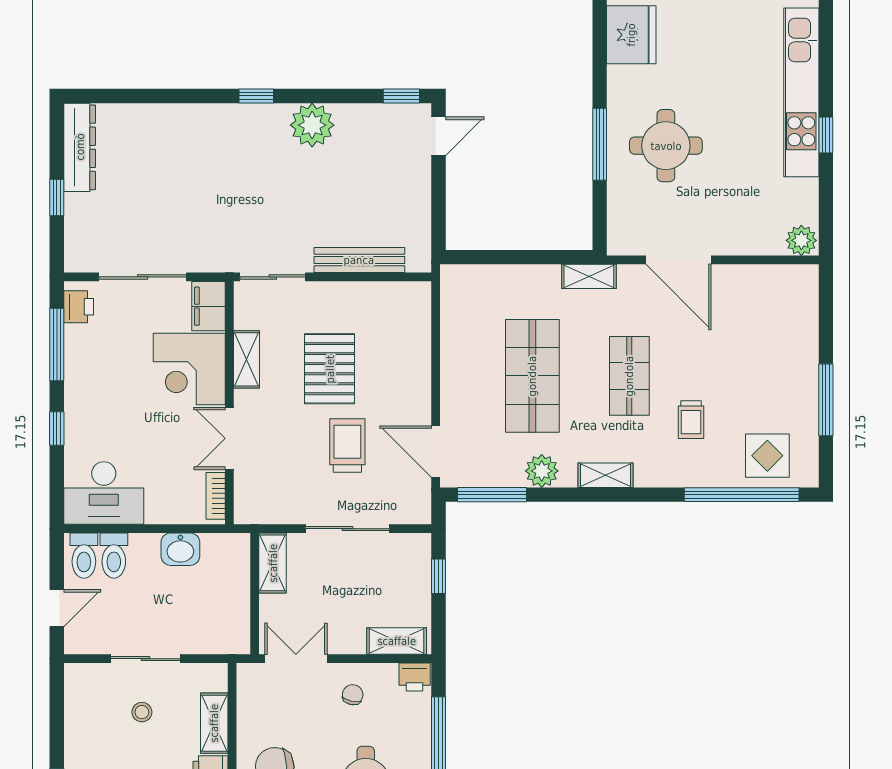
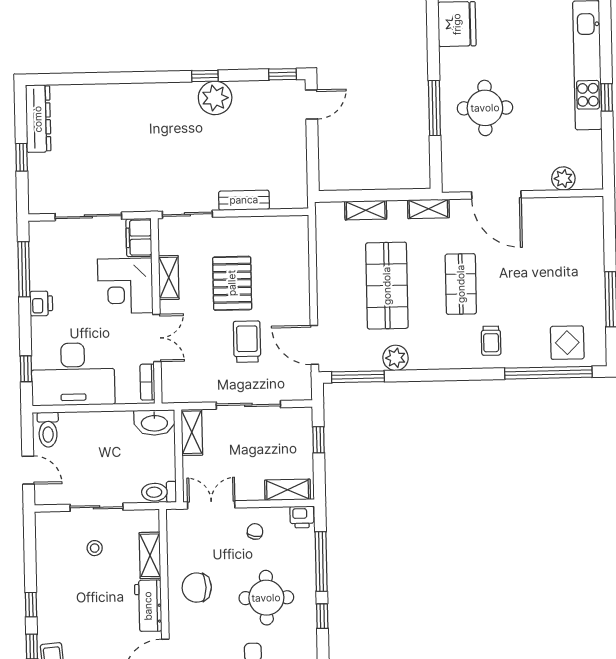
window: (256, 96) -> (205, 76), moved
plant: (801, 240) -> (563, 179), moved
bench: (359, 260) -> (244, 200), width x0.73
printer: (79, 307) -> (41, 303), moved
trolley: (691, 420) -> (491, 341), moved
window: (57, 428) -> (26, 369), moved
double door: (229, 438) -> (157, 338), swing flipped
shelving: (605, 475) -> (366, 210), moved
desk: (104, 493) -> (73, 374), width x1.36, depth x1.30
washbasin: (180, 549) -> (154, 423), moved, width x1.38
toilet: (114, 556) -> (159, 492), moved, turned 90
door: (57, 608) -> (28, 470), hinge flipped

